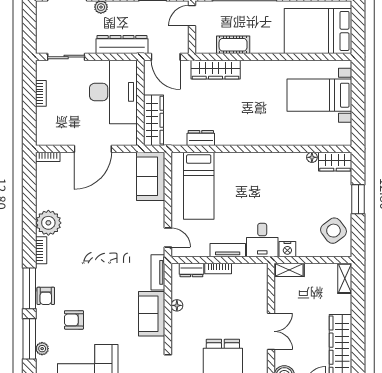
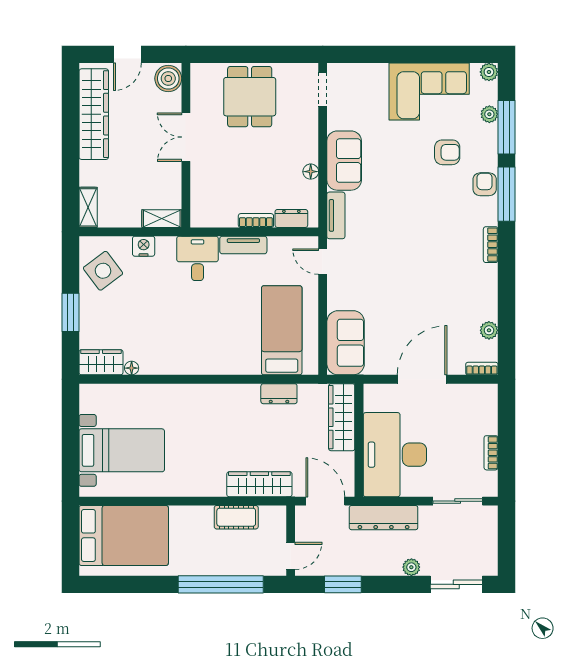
plant: (48, 223) -> (489, 330), moved, width x0.53, depth x0.53
nightstand: (287, 249) -> (144, 246), moved

